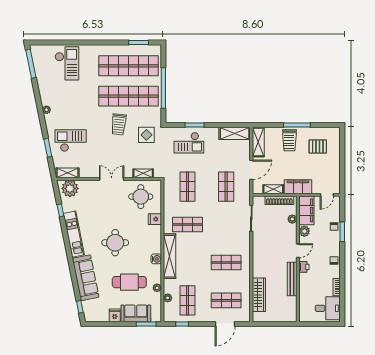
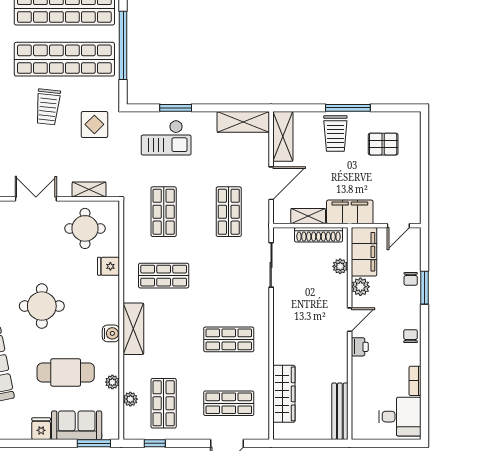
shelving: (169, 256) -> (133, 329), width x0.68
bench: (292, 279) -> (340, 411), moved

